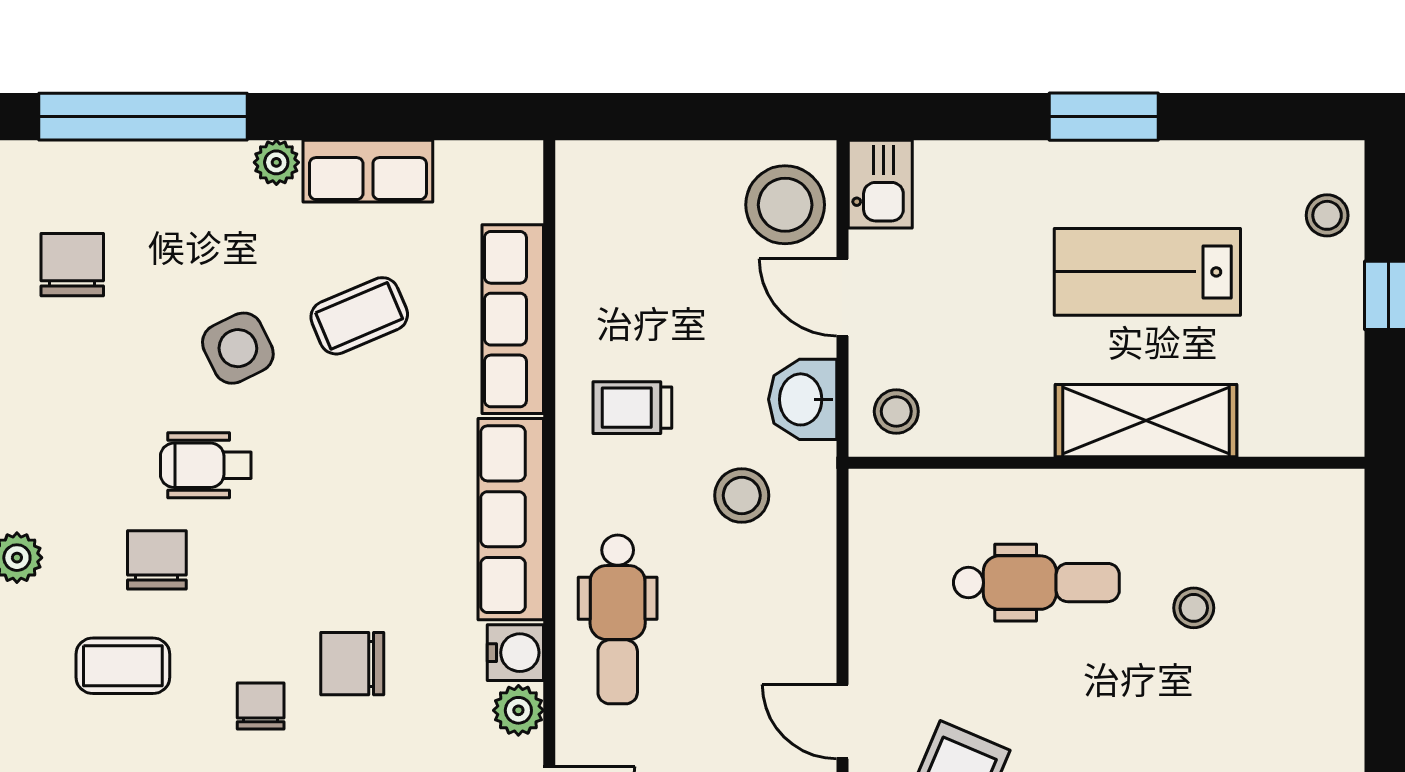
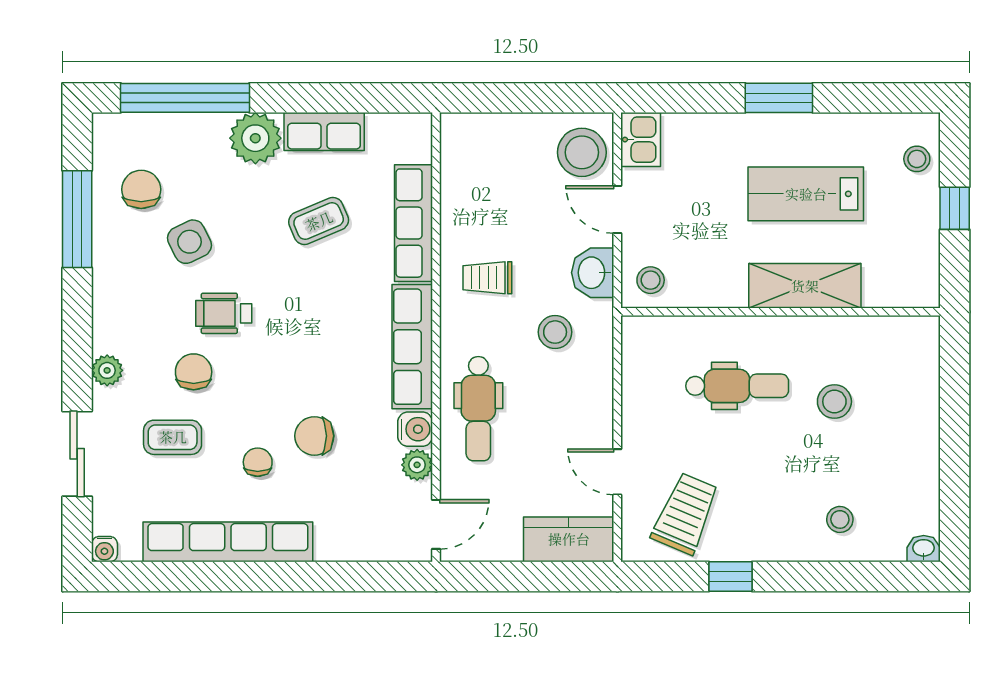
plant: (276, 162) -> (255, 138), width x1.88, depth x1.88
side table: (238, 348) -> (190, 242), moved
stool: (1194, 608) -> (834, 402), width x1.37, depth x1.37

